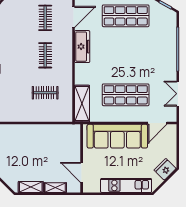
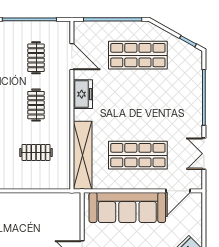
door: (74, 17) -> (72, 57), hinge flipped
freezer: (82, 47) -> (83, 94), width x0.71
shelving: (82, 104) -> (83, 155), width x1.47

